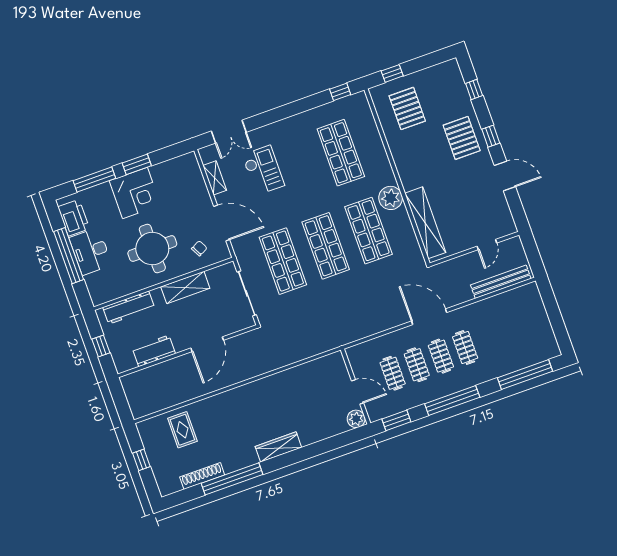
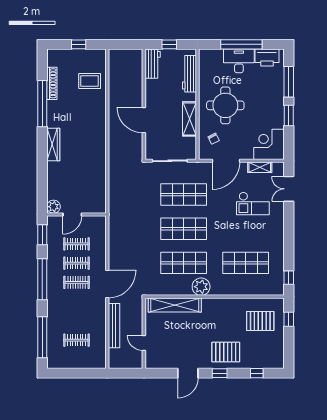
corner desk: (135, 193) -> (269, 144), moved, turned 90
bench: (501, 282) -> (114, 326), moved
clothes rail: (465, 348) -> (77, 340), moved
workbench: (154, 351) -> (153, 64), moved

